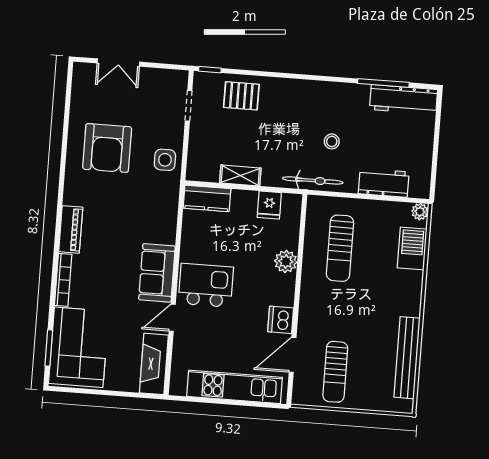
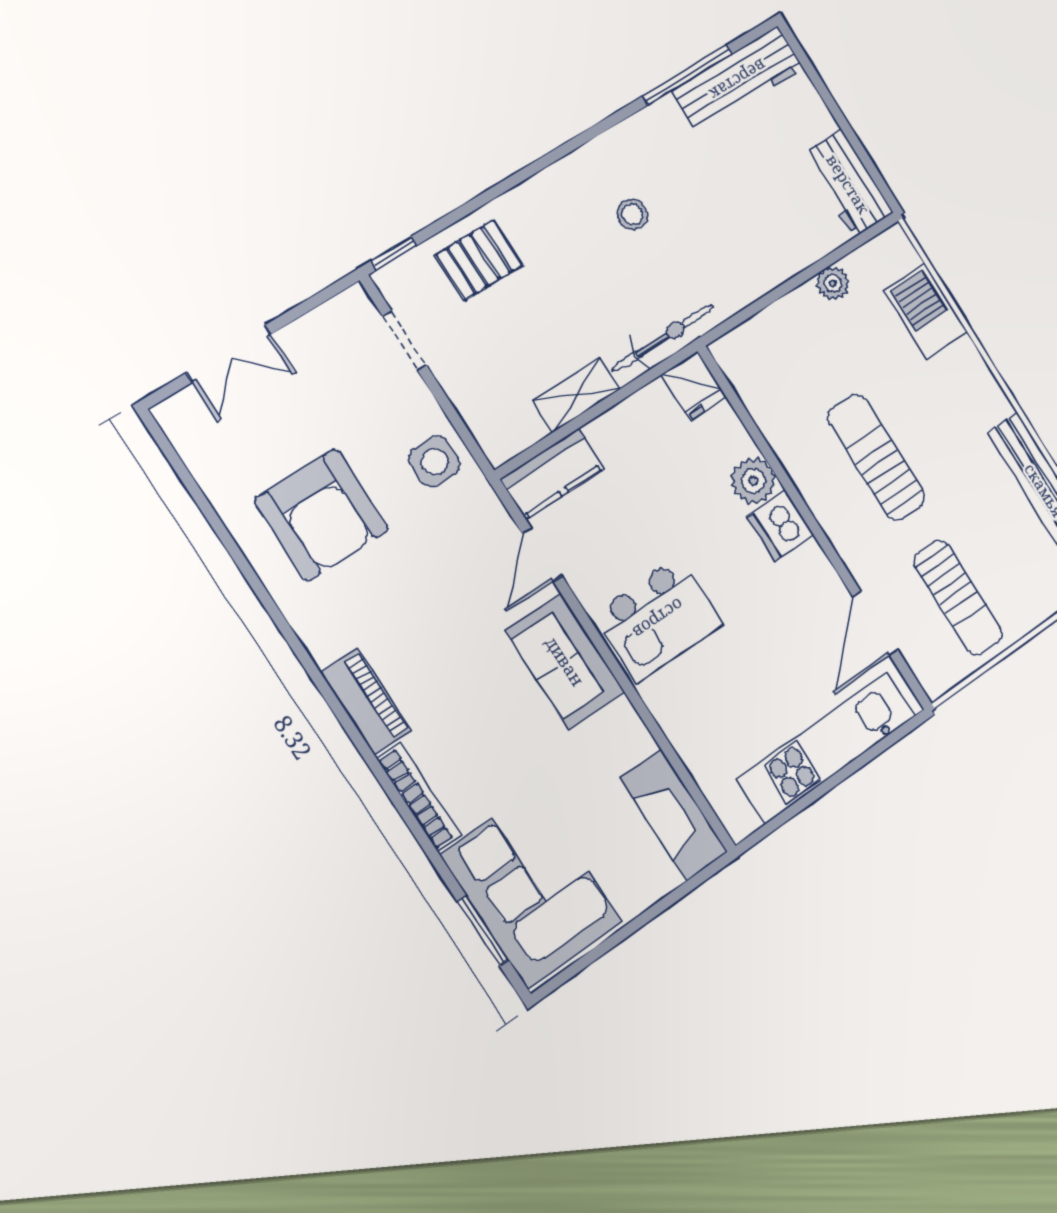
stool: (332, 141) -> (632, 214), moved
bicycle: (313, 180) -> (663, 338), moved
workbench: (384, 183) -> (848, 184), moved, turned -90
fridge: (269, 205) -> (694, 386), moved
plant: (420, 212) -> (833, 283), moved
sun lounger: (340, 248) -> (877, 457), moved, turned 180
kitchen island: (206, 285) -> (658, 619), turned 180
door: (172, 318) -> (542, 555), moved
dishwasher: (281, 320) -> (780, 526), moved

